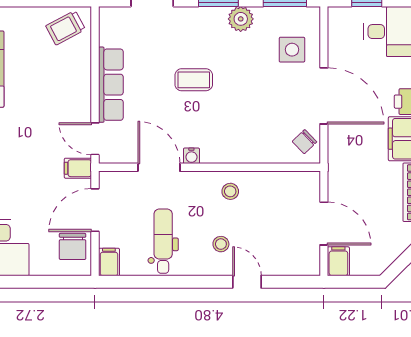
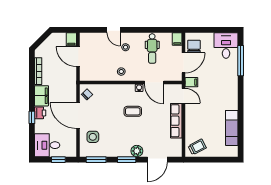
plant: (241, 19) -> (137, 151), moved
coffee table: (194, 80) -> (133, 111), moved

